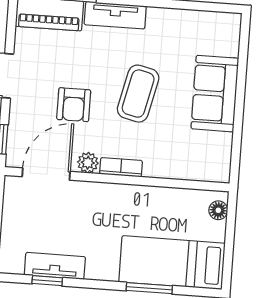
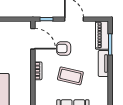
plant: (88, 163) -> (39, 56), removed

